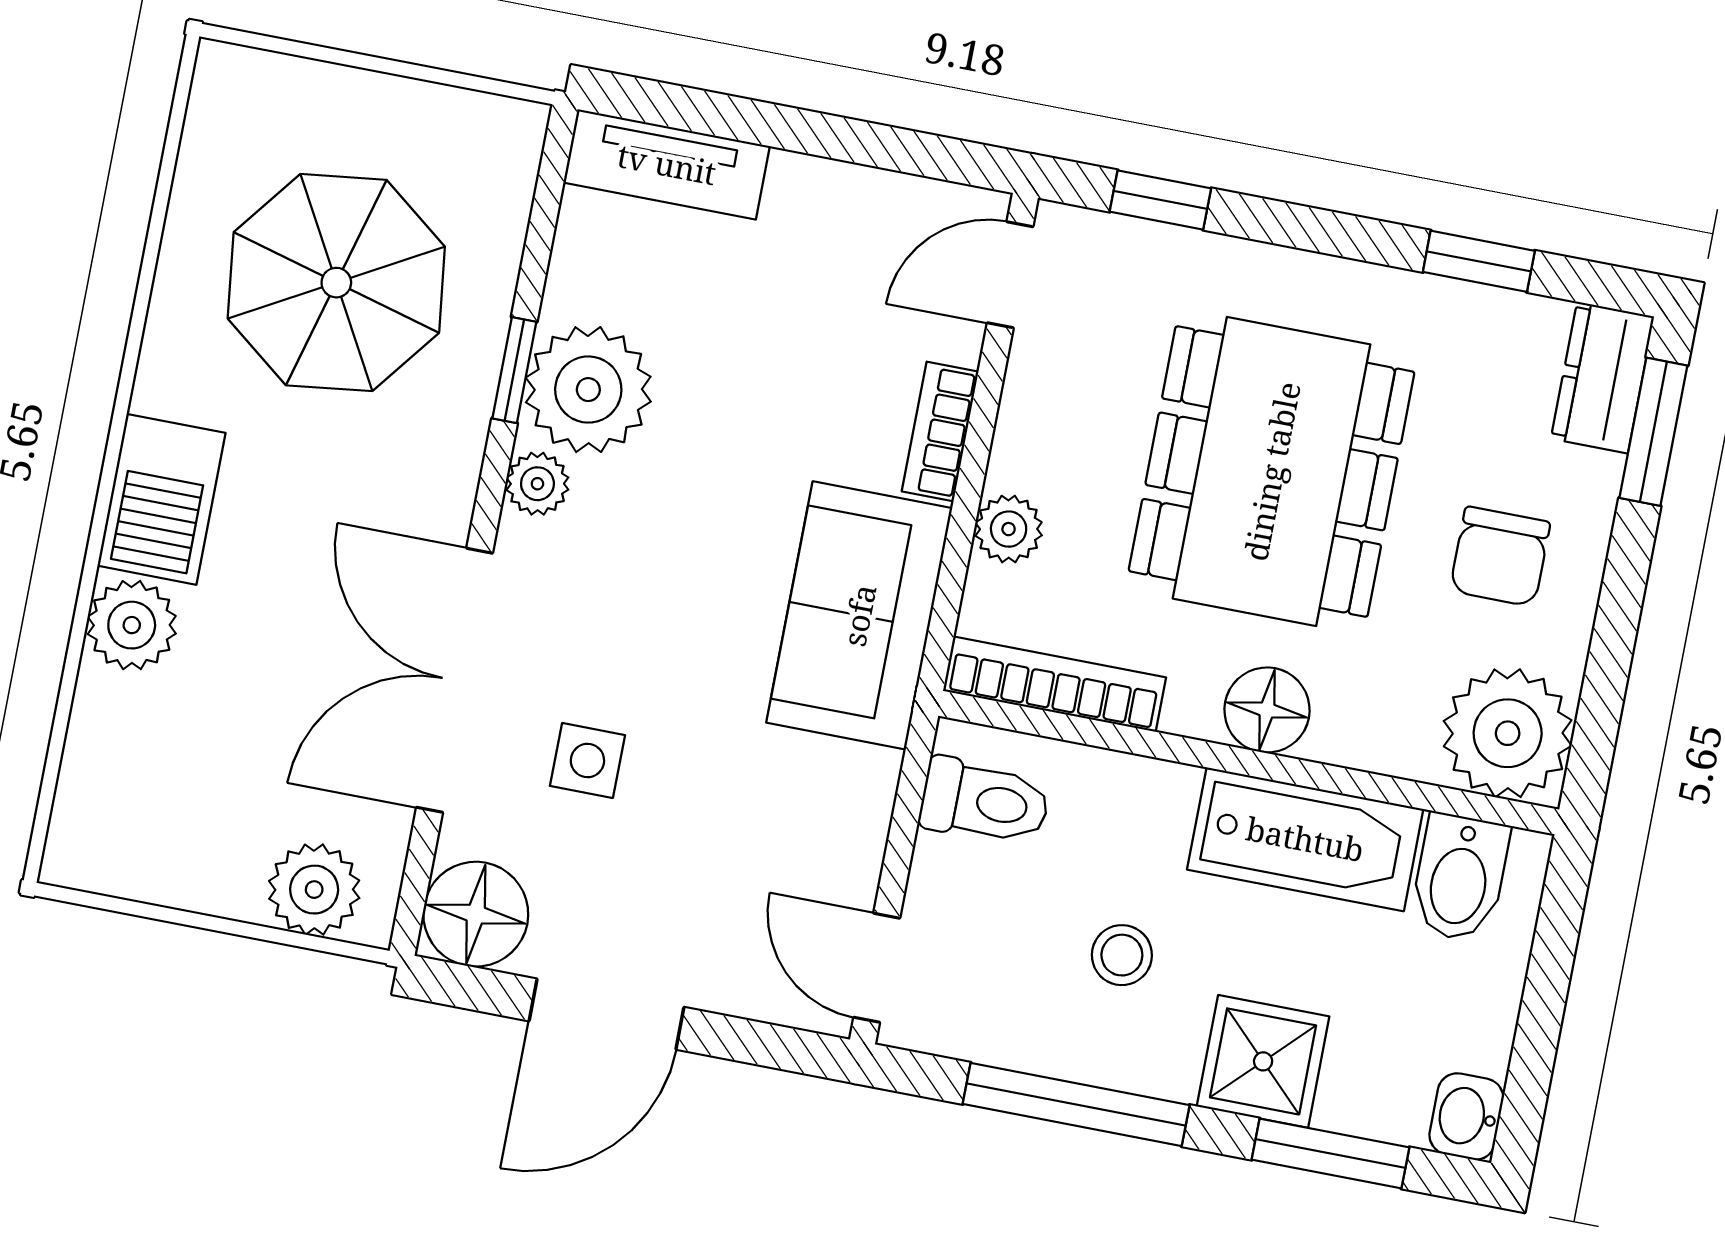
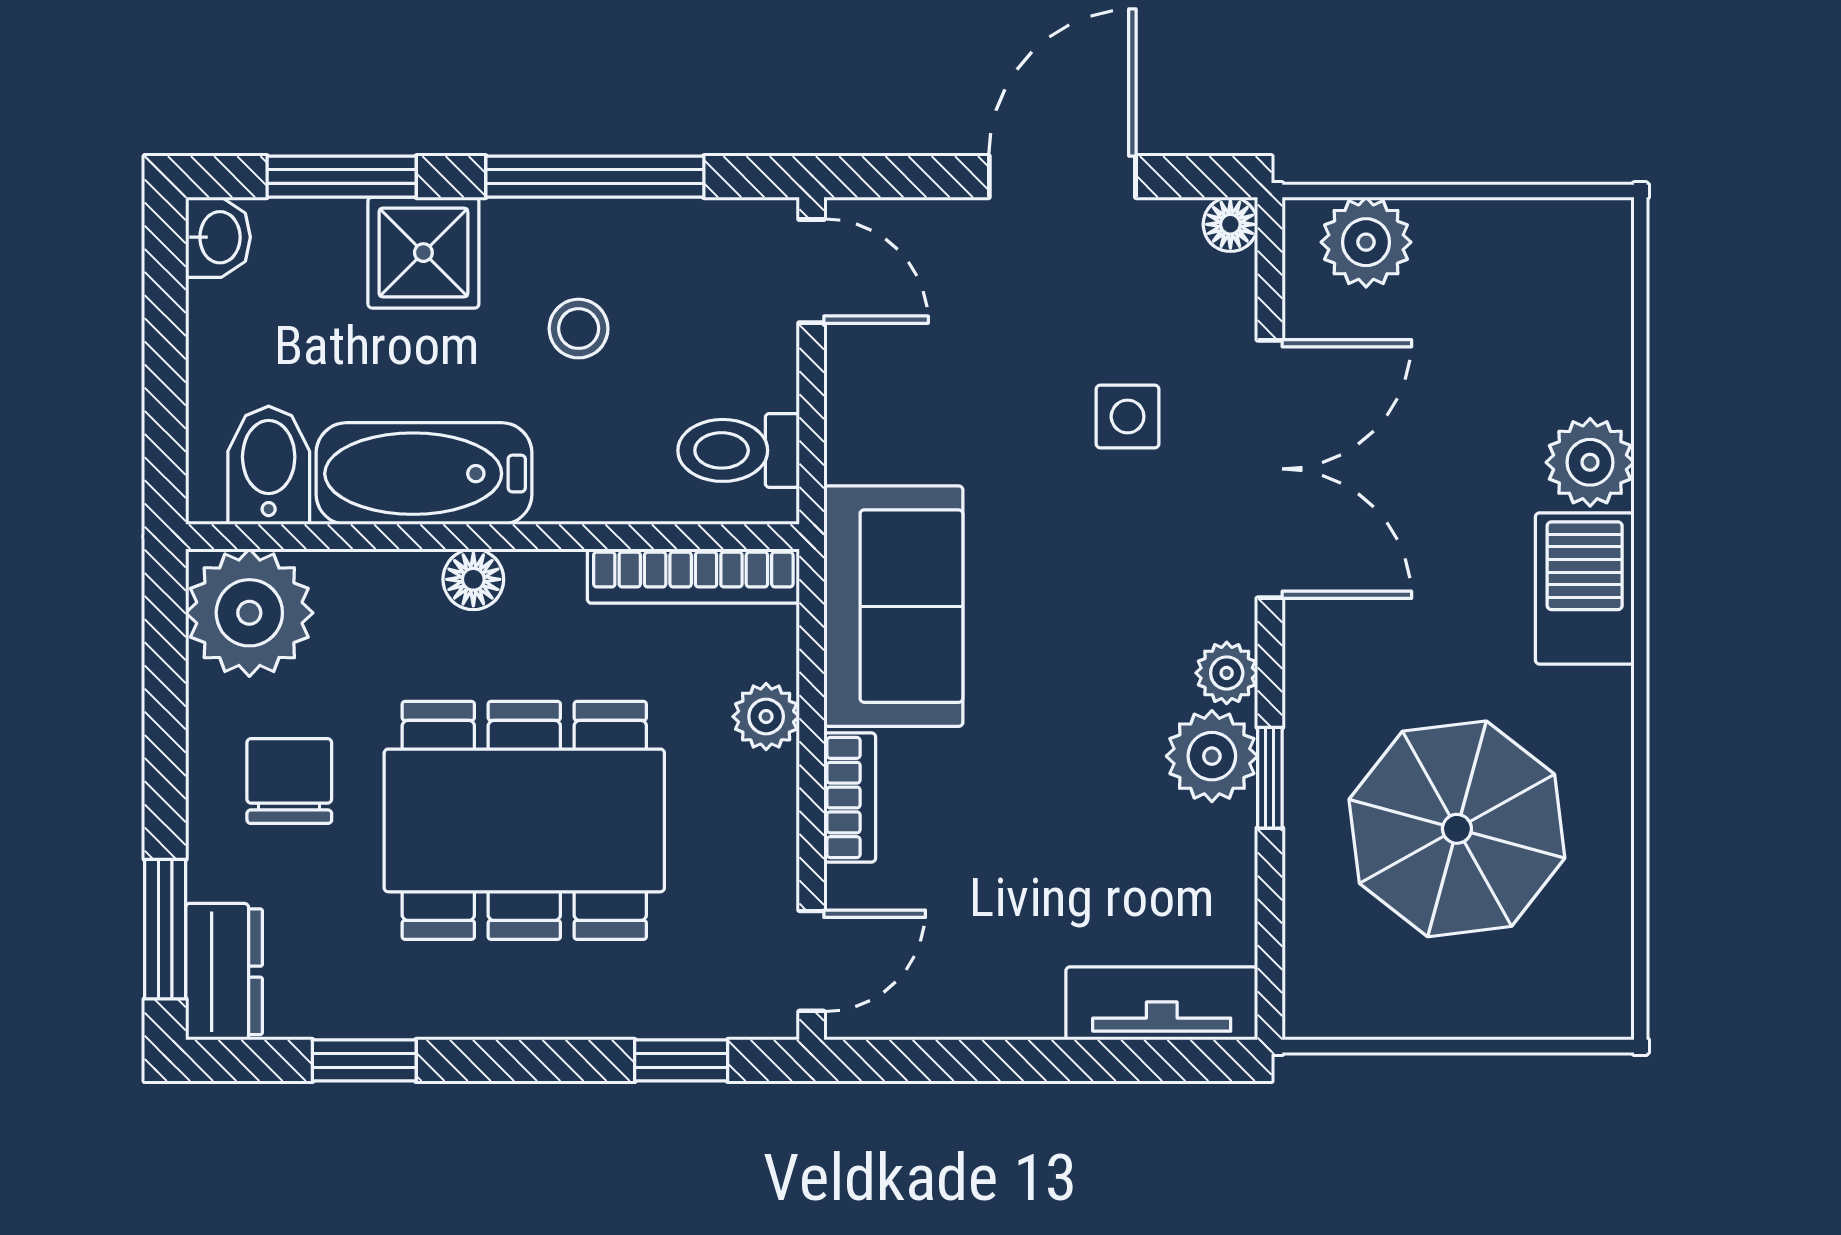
plant: (588, 390) -> (1212, 756), width x0.73, depth x0.73
dining table: (1272, 471) -> (524, 820), turned 90
floor lamp: (1267, 710) -> (473, 579), width x0.73, depth x0.73
floor lamp: (476, 914) -> (1230, 224), width x0.53, depth x0.53

